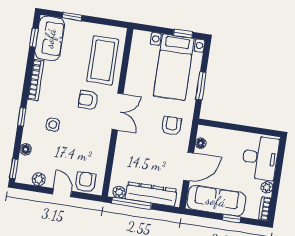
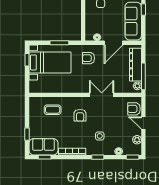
coffee table: (103, 60) -> (53, 110), width x0.54, depth x0.58
double door: (118, 112) -> (102, 95), moved
door: (189, 166) -> (114, 43), swing flipped
door: (62, 193) -> (143, 123), hinge flipped

